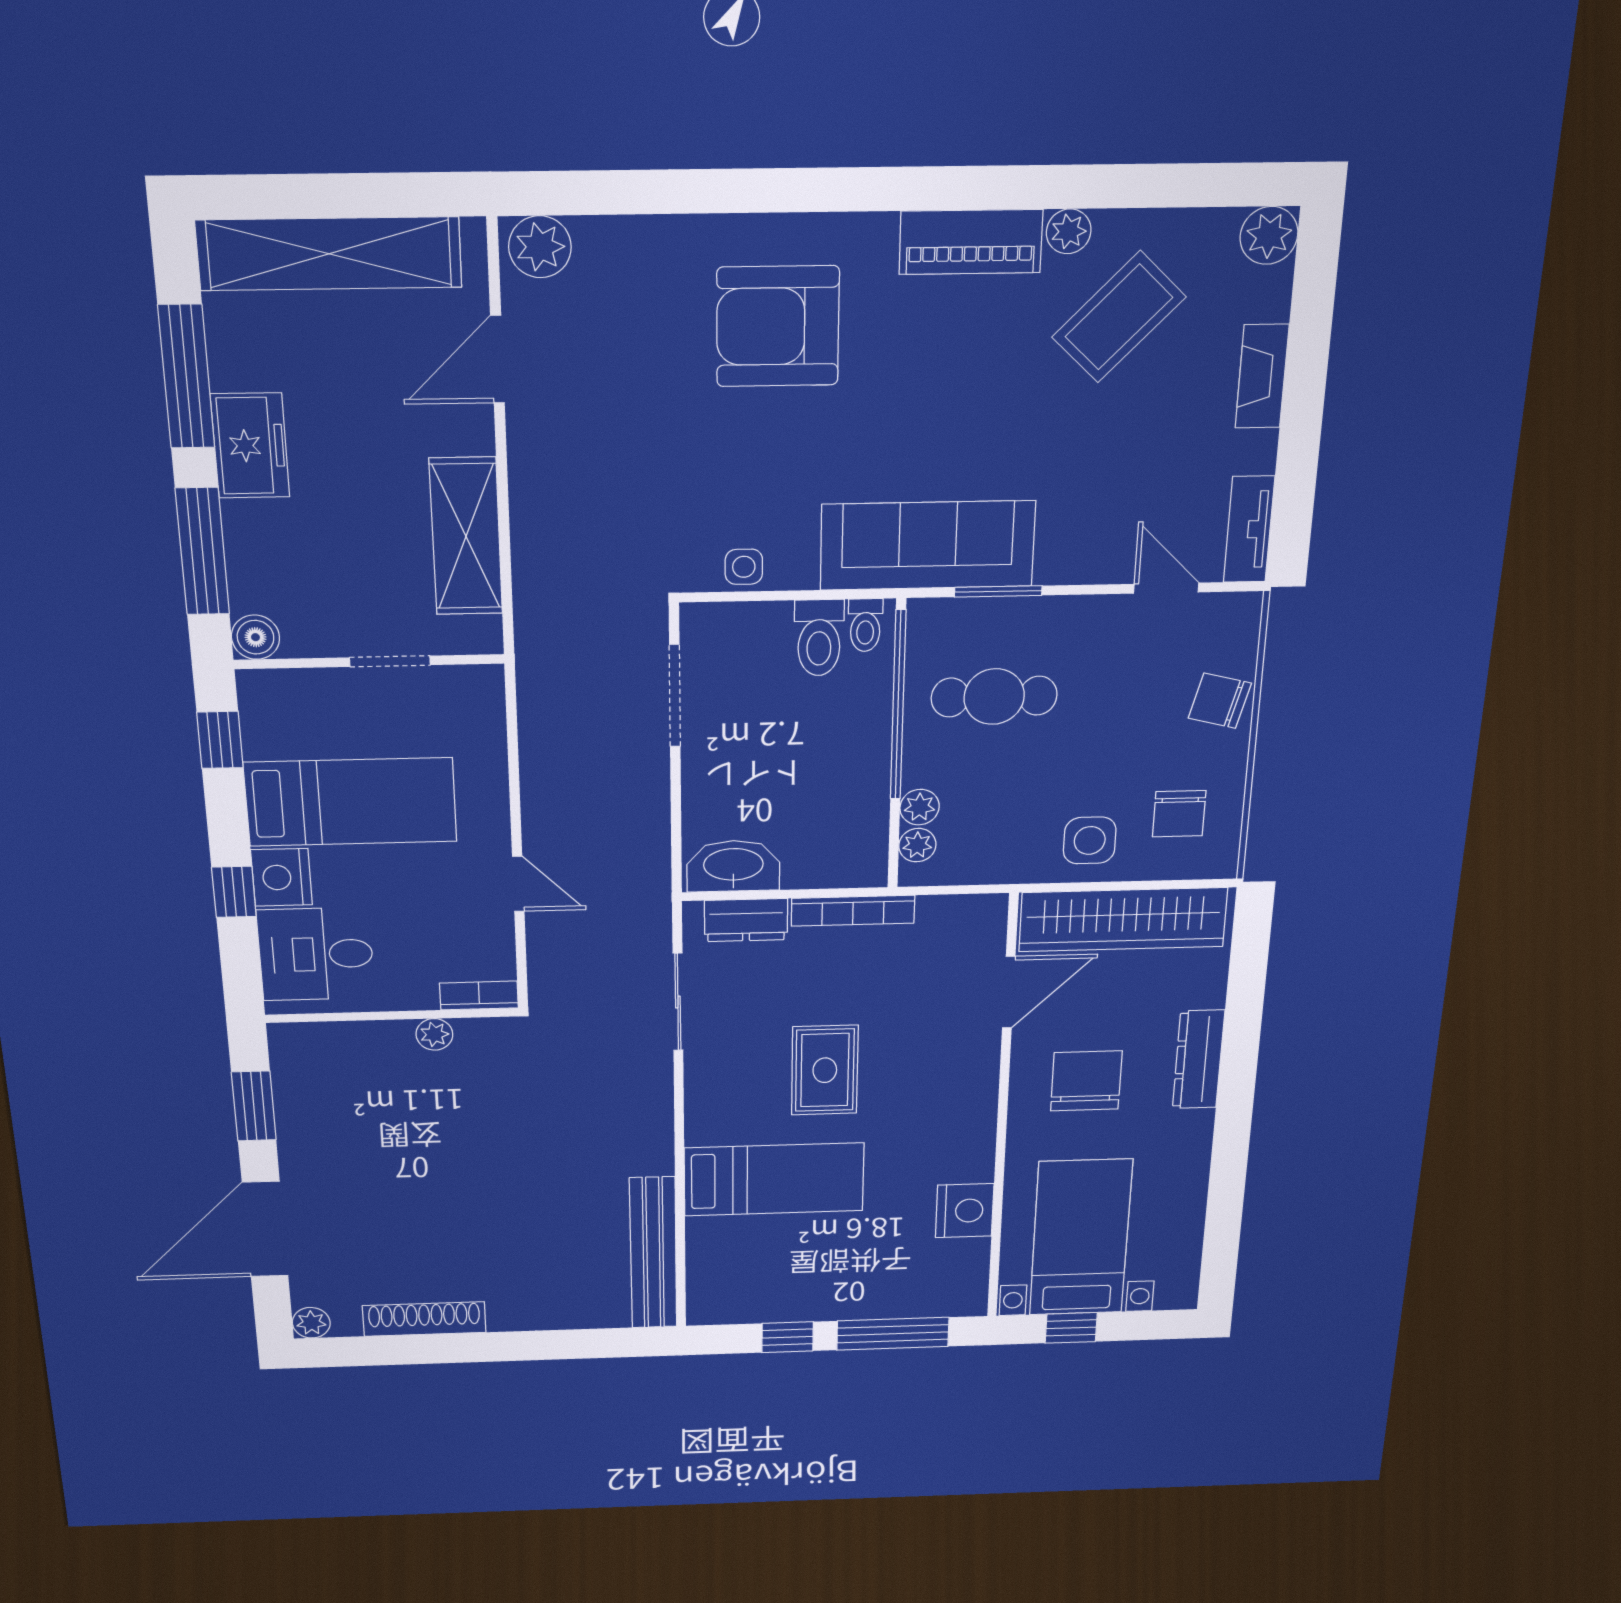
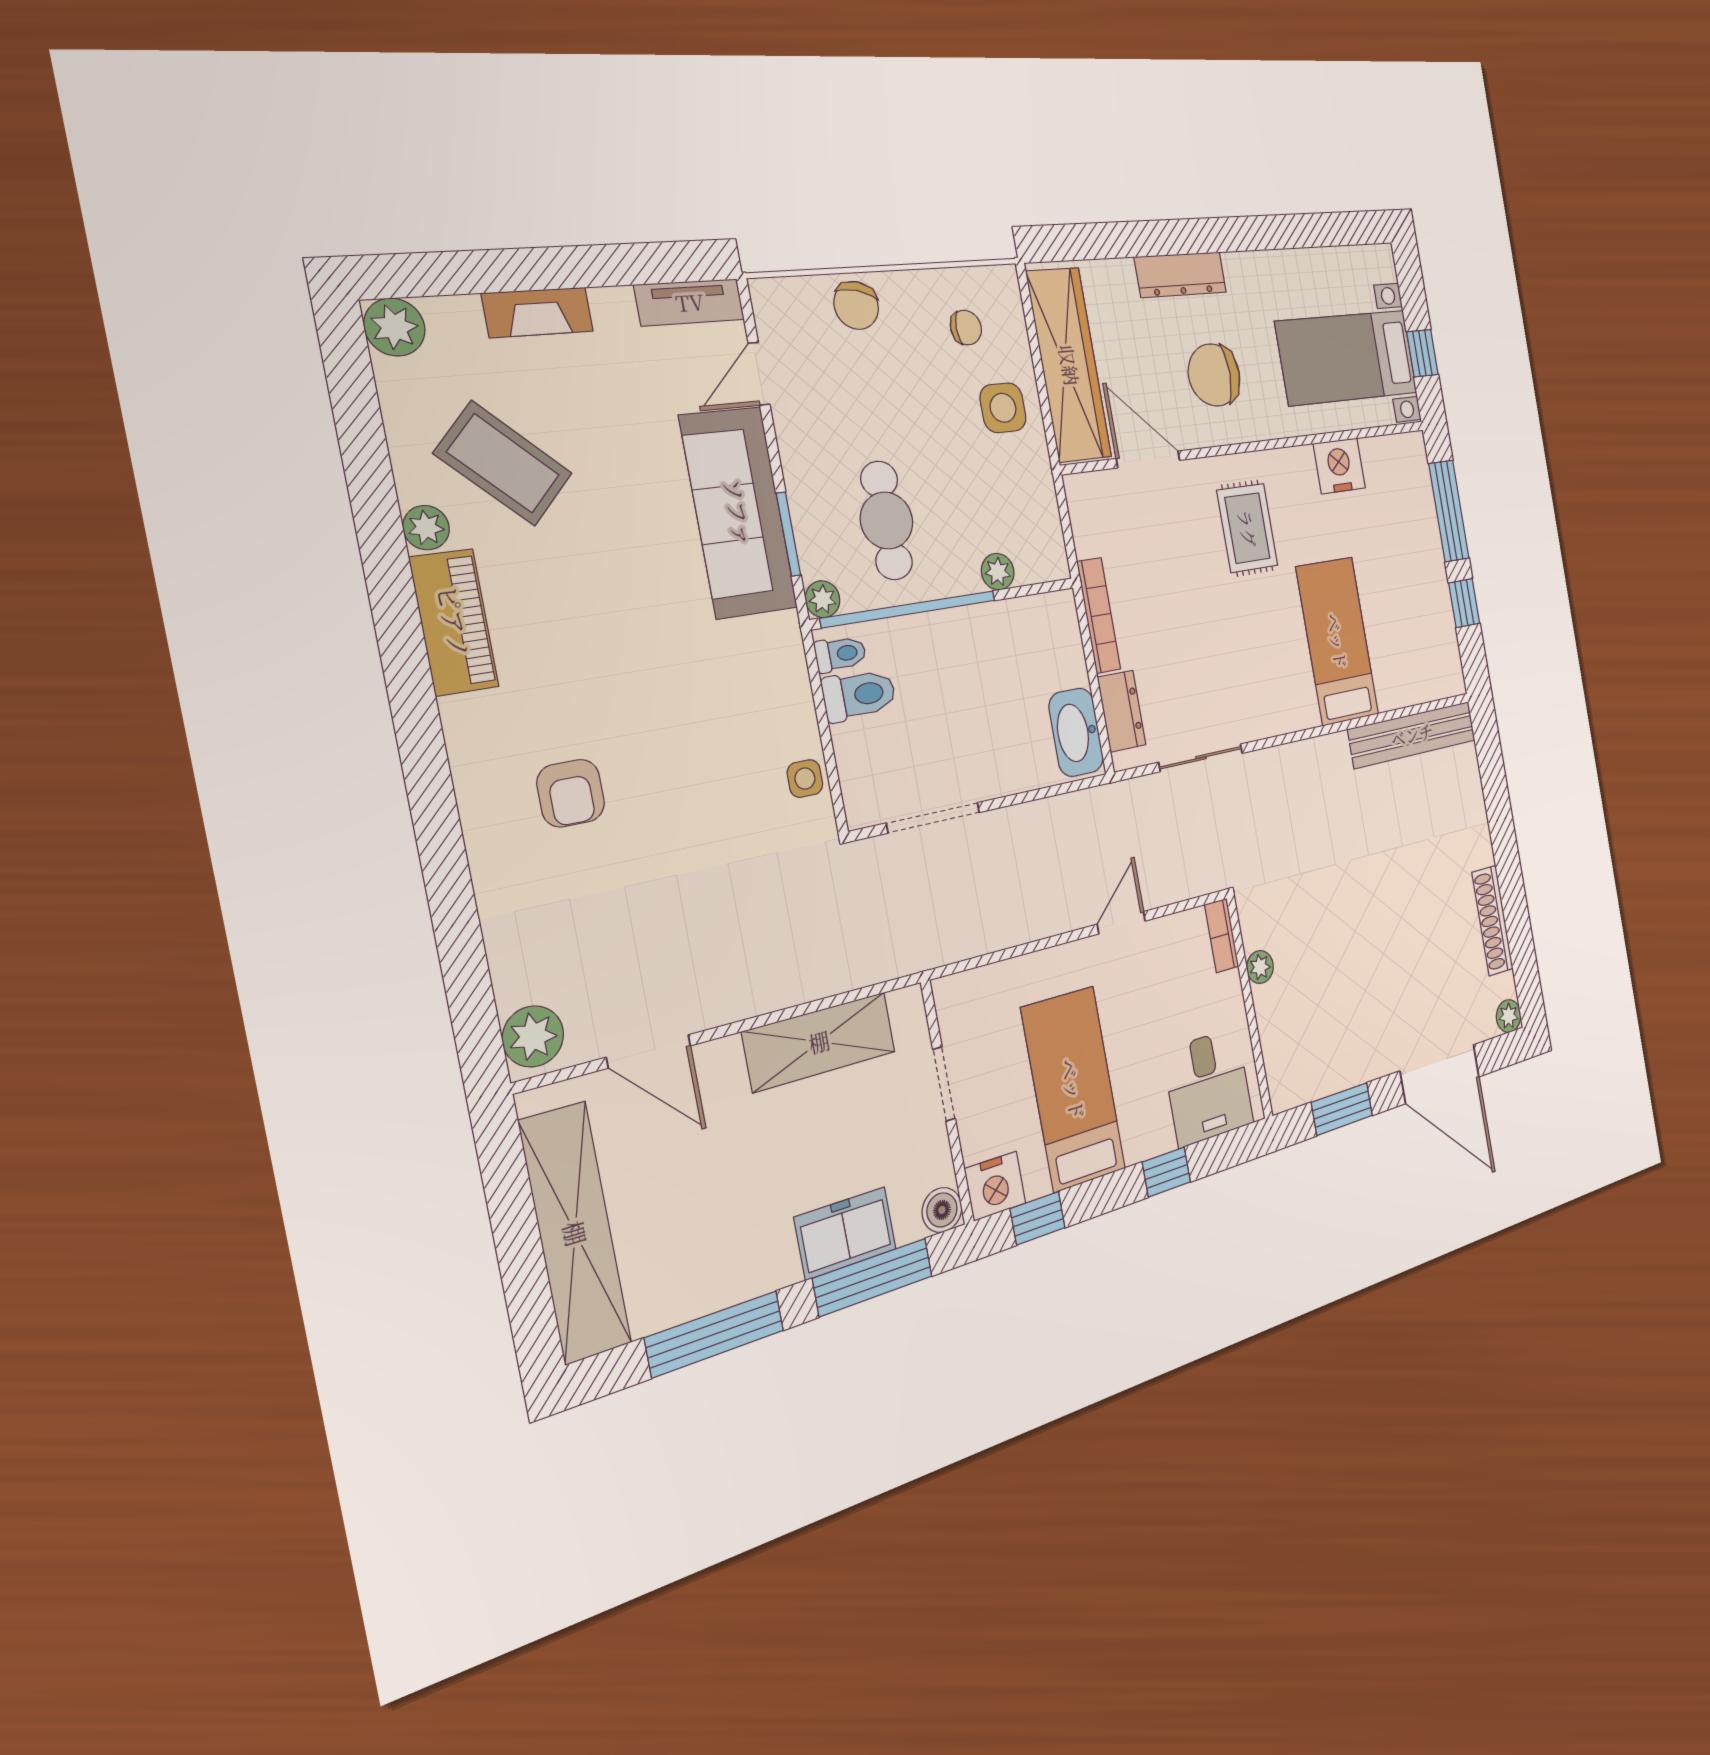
armchair: (778, 326) -> (571, 793), width x0.53, depth x0.53
freezer: (250, 446) -> (845, 1233), moved
sofa: (927, 545) -> (738, 512), moved
chair: (1179, 814) -> (966, 328), width x0.73, depth x0.73
plant: (917, 845) -> (823, 599), moved
nightstand: (281, 877) -> (995, 1186), moved
rug: (825, 1070) -> (1247, 528), moved, turned 90

